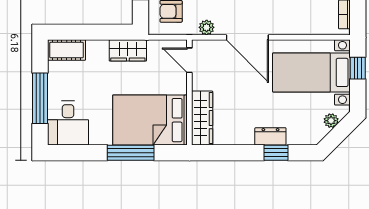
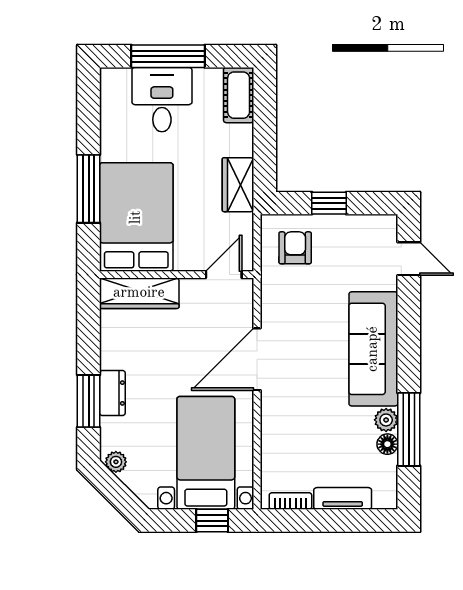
plant: (207, 27) -> (272, 300), removed
plant: (331, 121) -> (116, 462), moved
desk: (68, 123) -> (162, 100), moved, turned 90
window: (276, 153) -> (89, 401), width x1.50

